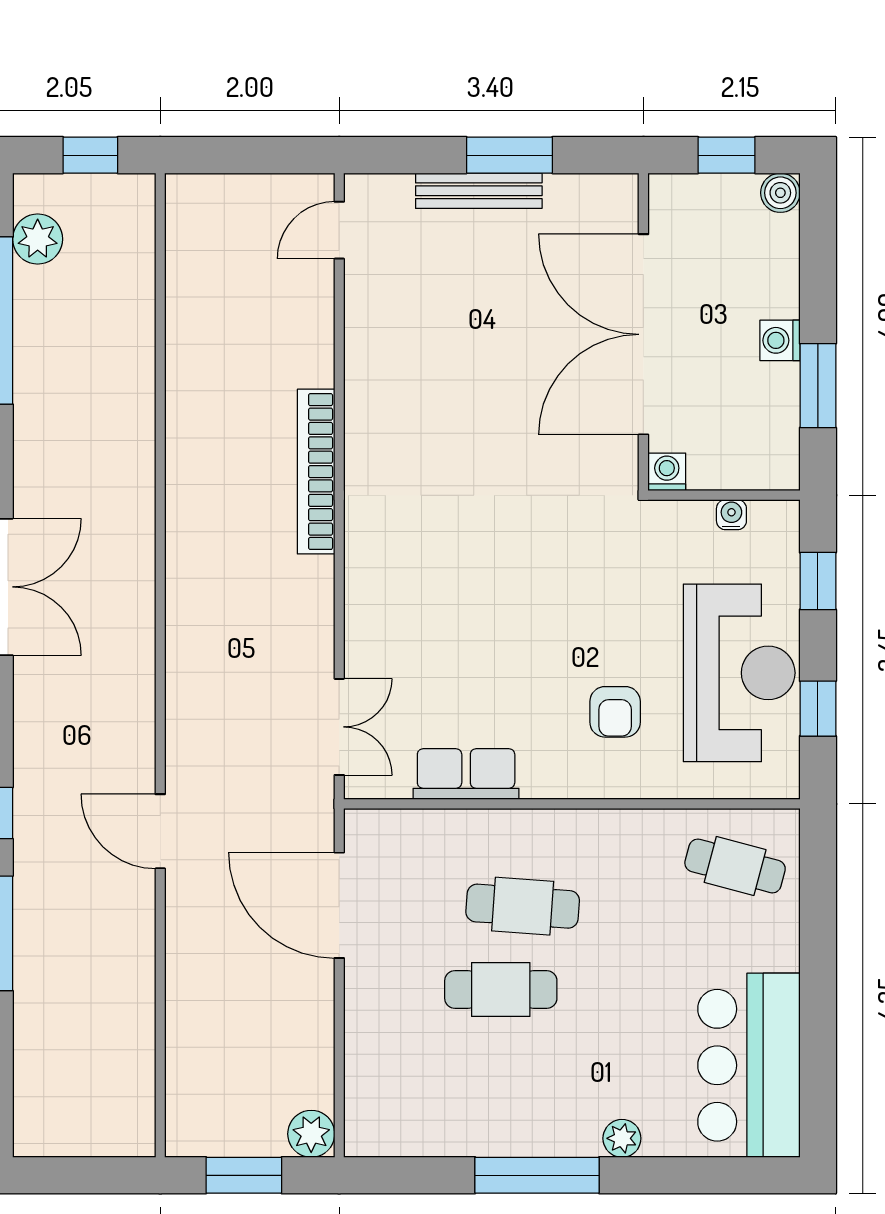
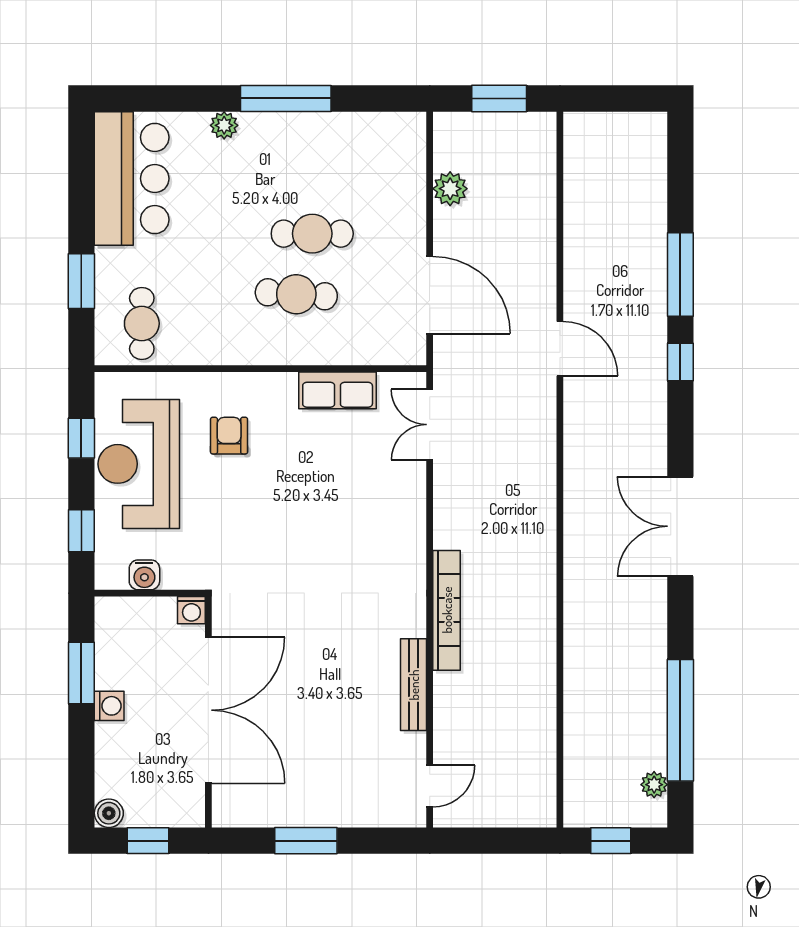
bench: (479, 191) -> (414, 685), moved, turned 90
plant: (38, 239) -> (654, 785), width x0.73, depth x0.73
water cooler: (731, 515) -> (144, 575), width x1.38, depth x1.38
cafe table: (735, 866) -> (142, 323), turned 75
window: (818, 924) -> (81, 281), added
plant: (311, 1134) -> (450, 189), moved

